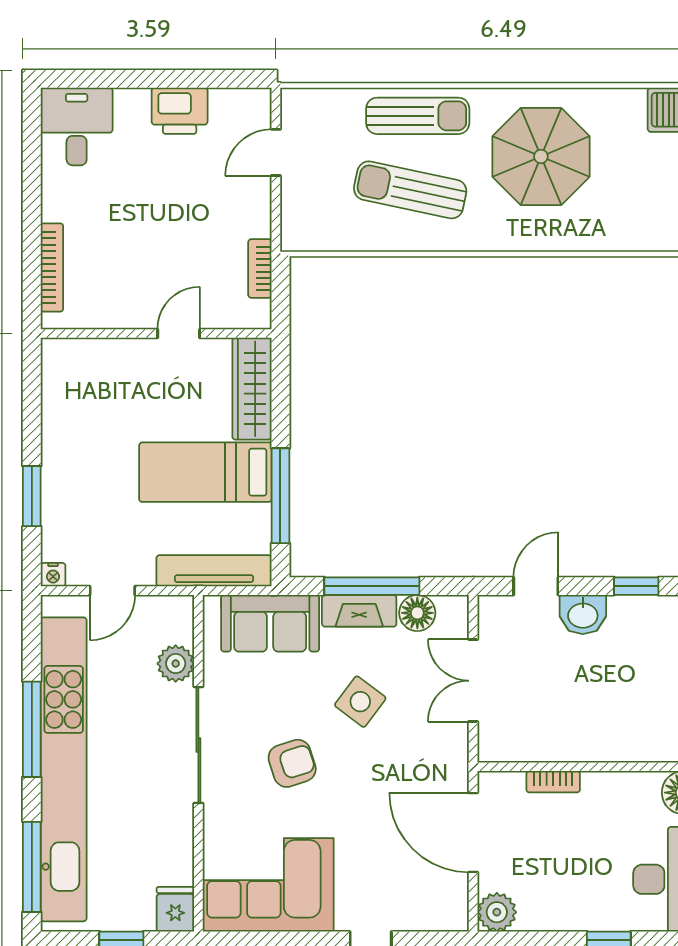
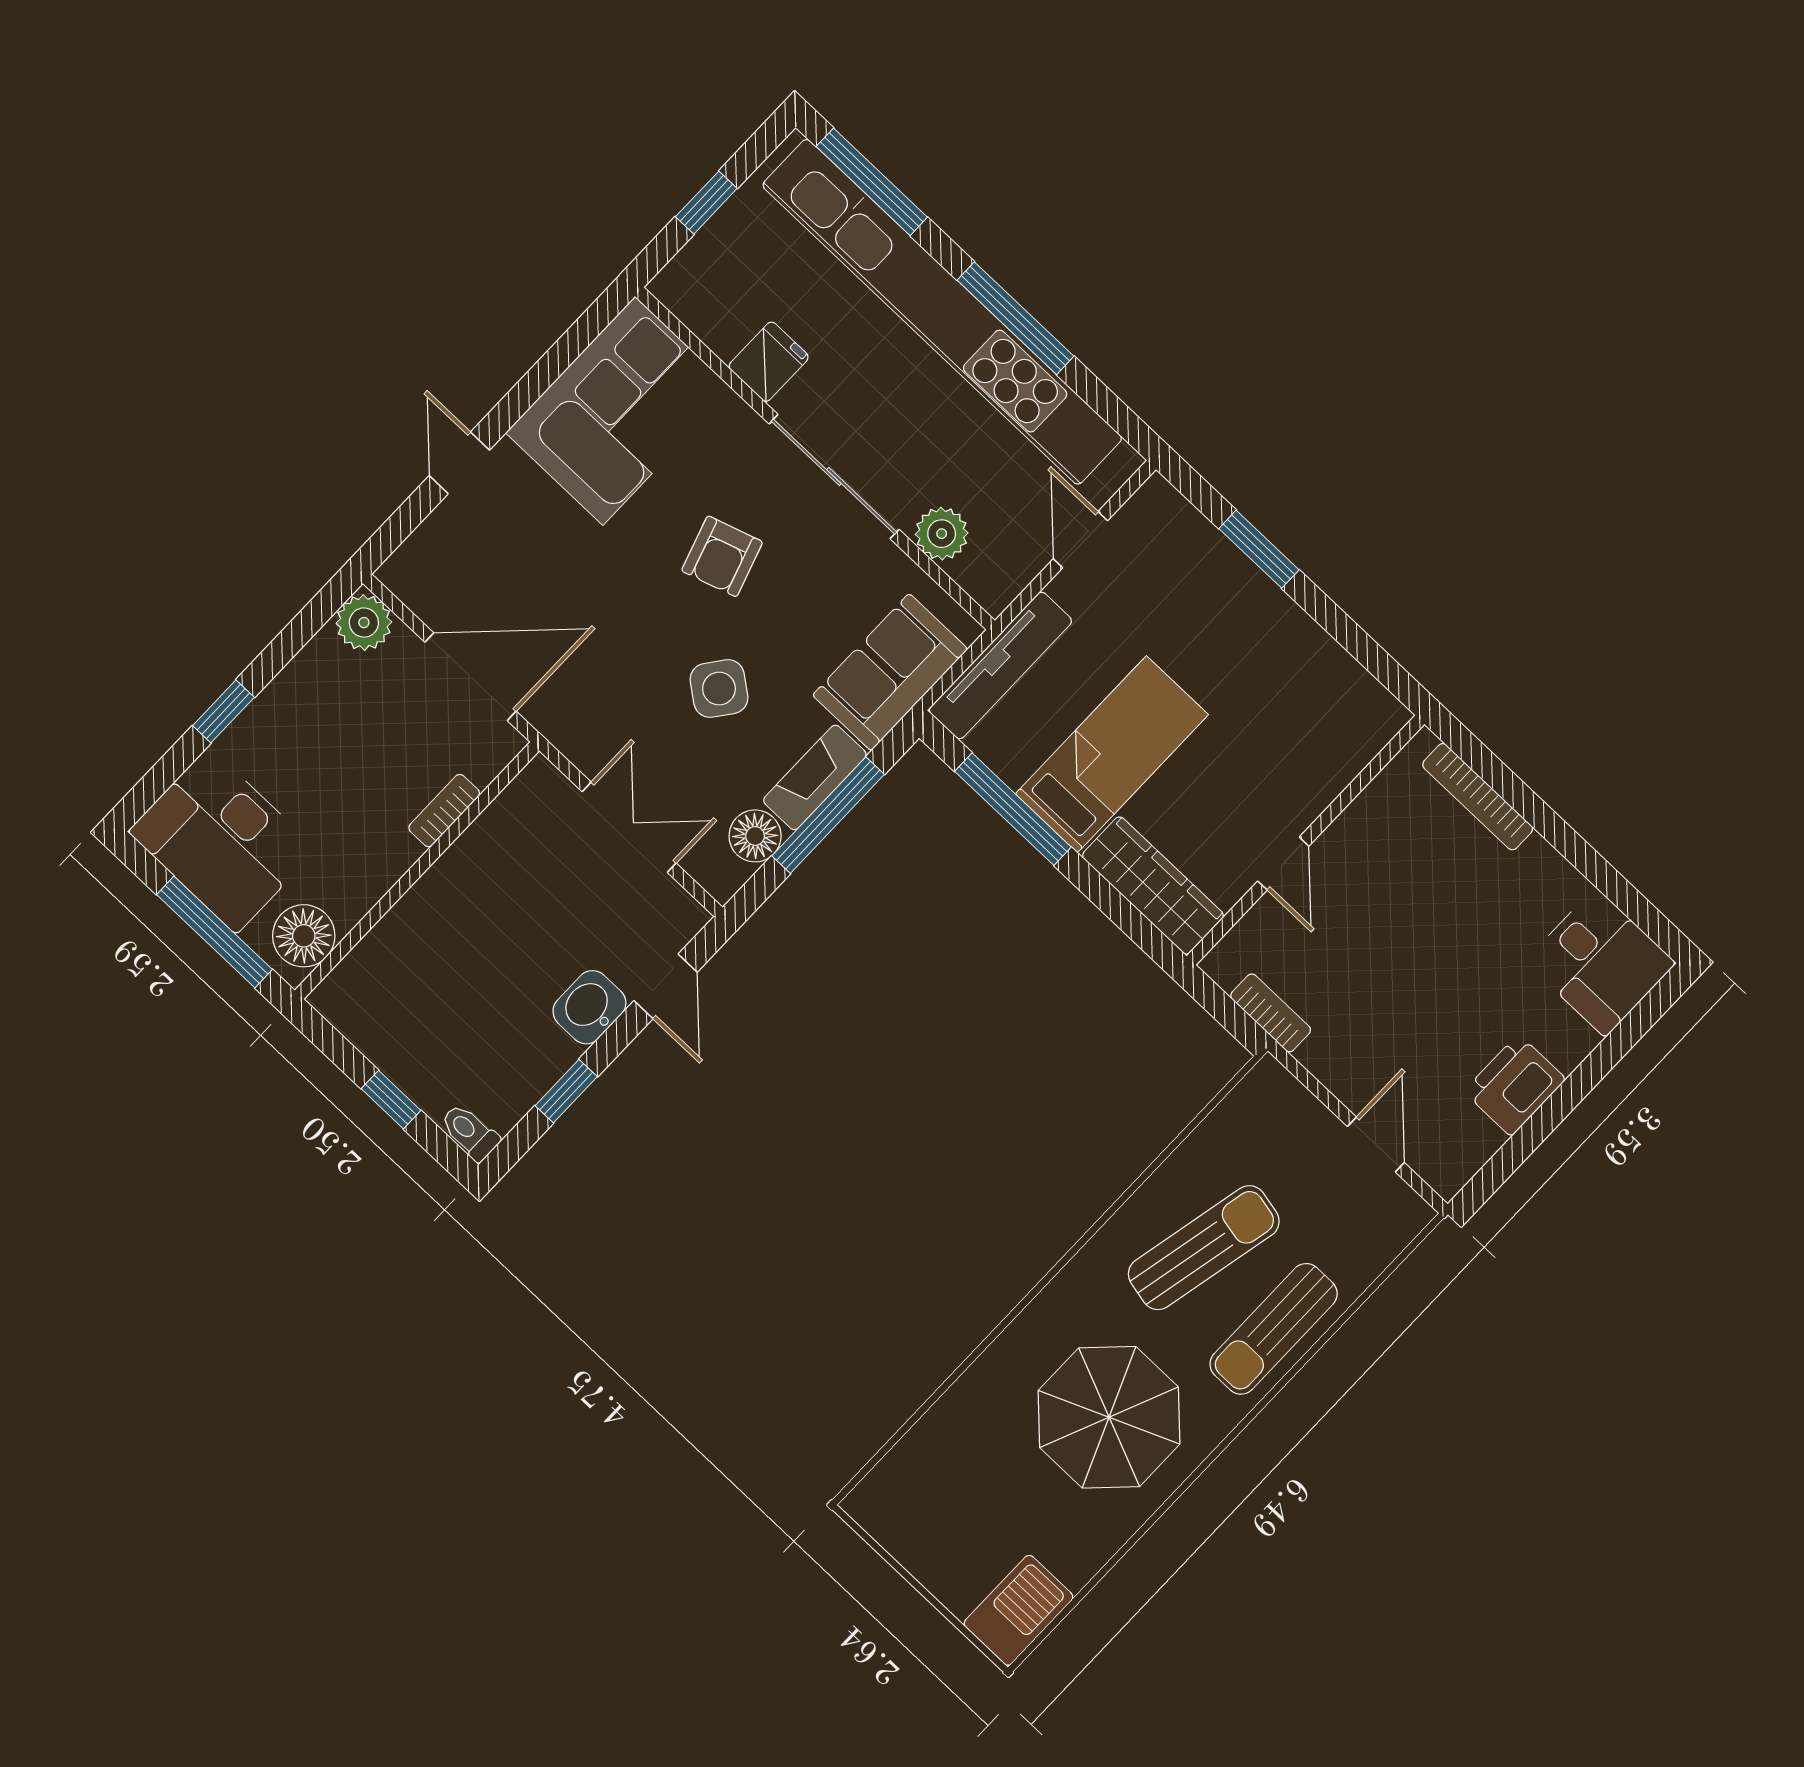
nightstand: (53, 575) -> (1156, 494), removed
fridge: (175, 909) -> (769, 362), moved, turned -90

